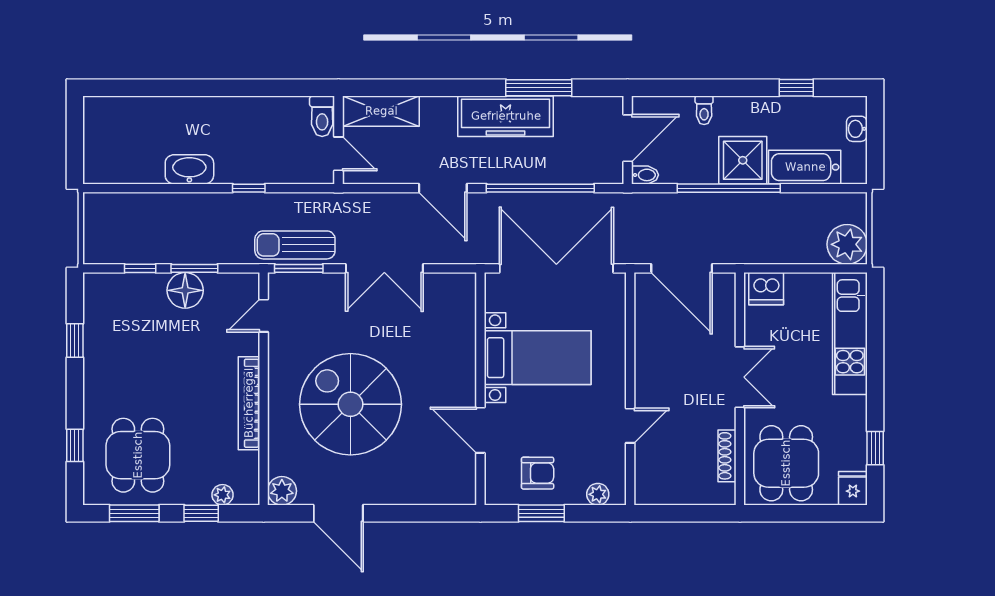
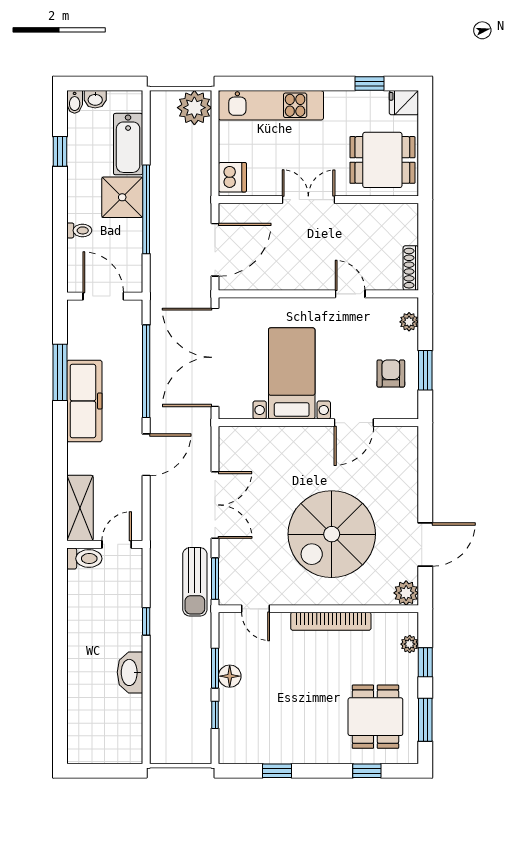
bidet: (645, 175) -> (75, 102), moved, turned 180
floor lamp: (185, 290) -> (230, 676), width x0.73, depth x0.73
dining table: (138, 455) -> (375, 717), turned 90
shoe rack: (727, 456) -> (411, 268), moved, turned 90

